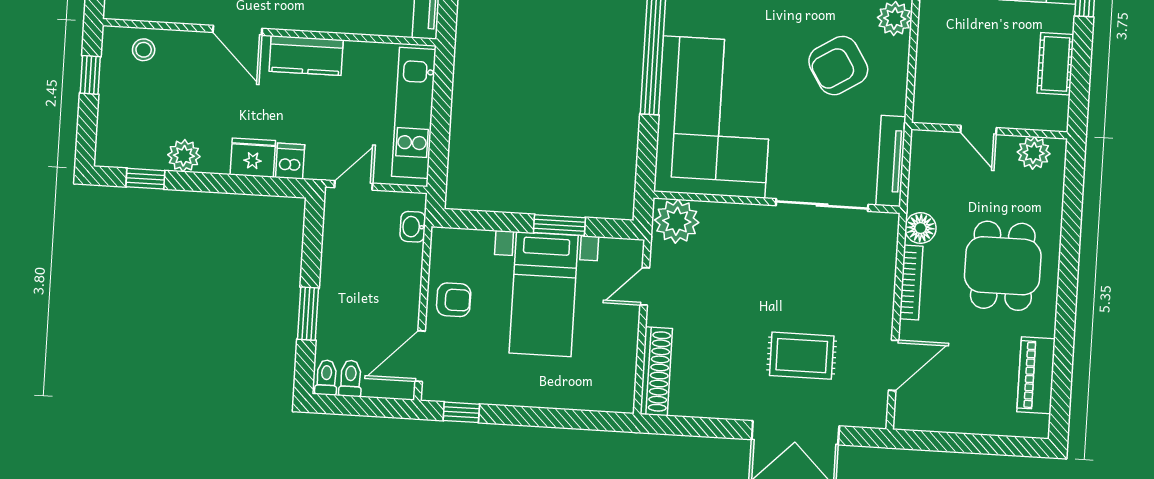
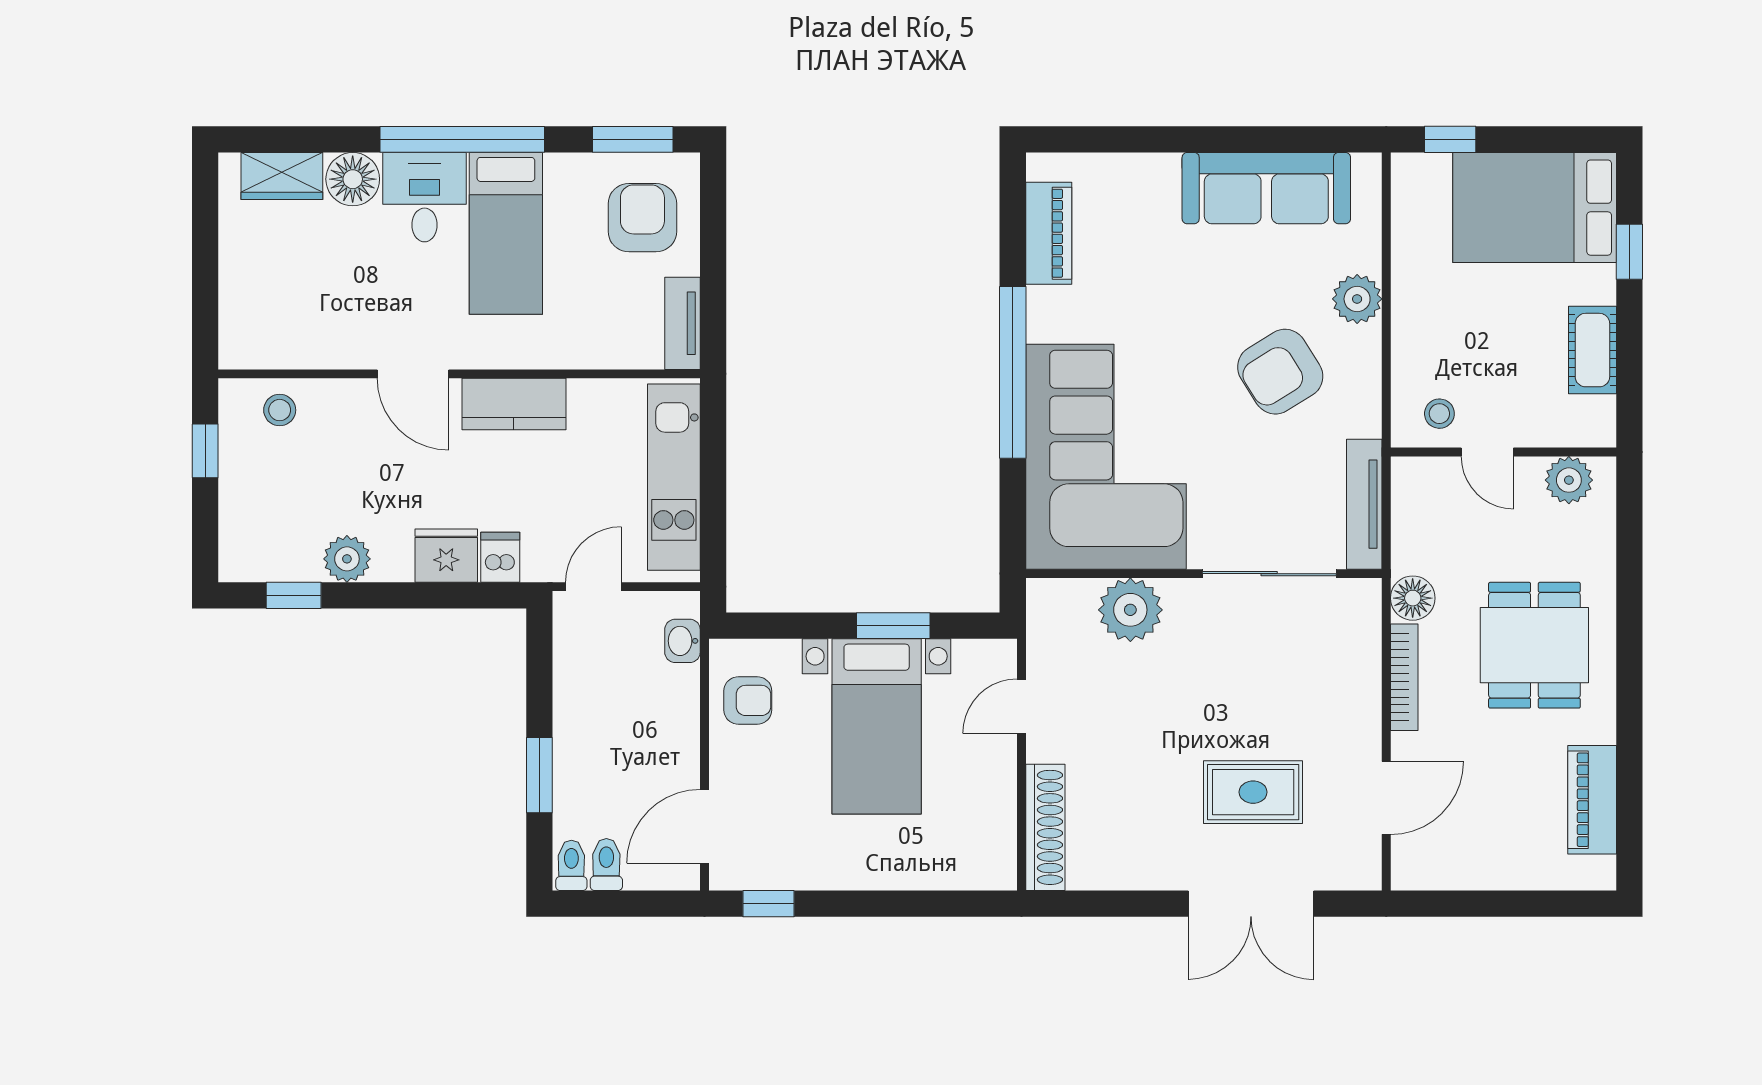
stool: (947, 101) -> (1439, 414), added
plant: (677, 221) -> (1130, 610), moved
armchair: (454, 300) -> (748, 700), moved

